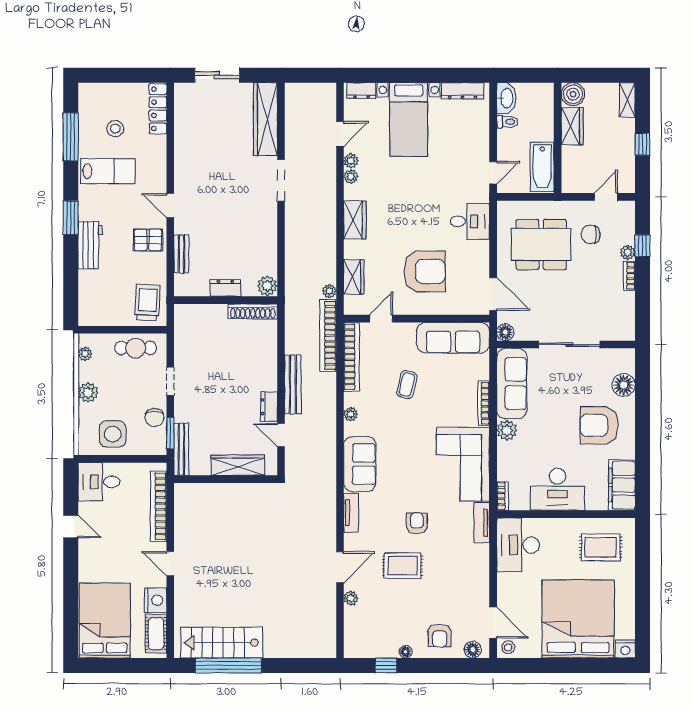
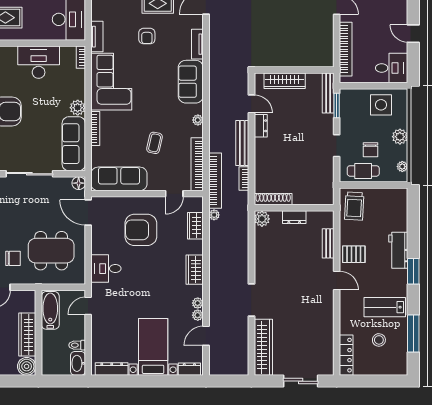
wardrobe: (572, 126) -> (27, 335), width x1.50
bookcase: (291, 338) -> (244, 179), added
chair: (154, 417) -> (370, 150), moved, turned 180

